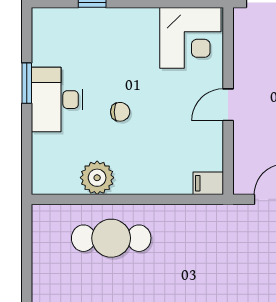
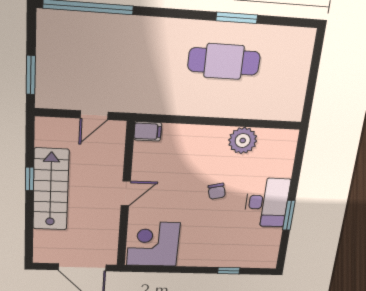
chair: (120, 112) -> (217, 191), turned -103
cafe table: (111, 238) -> (224, 61), moved

